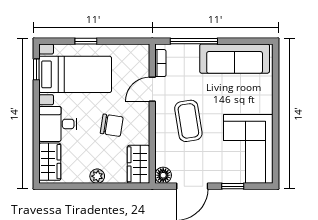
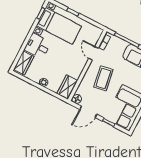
door: (152, 89) -> (94, 53), hinge flipped
chair: (112, 125) -> (64, 61), removed

